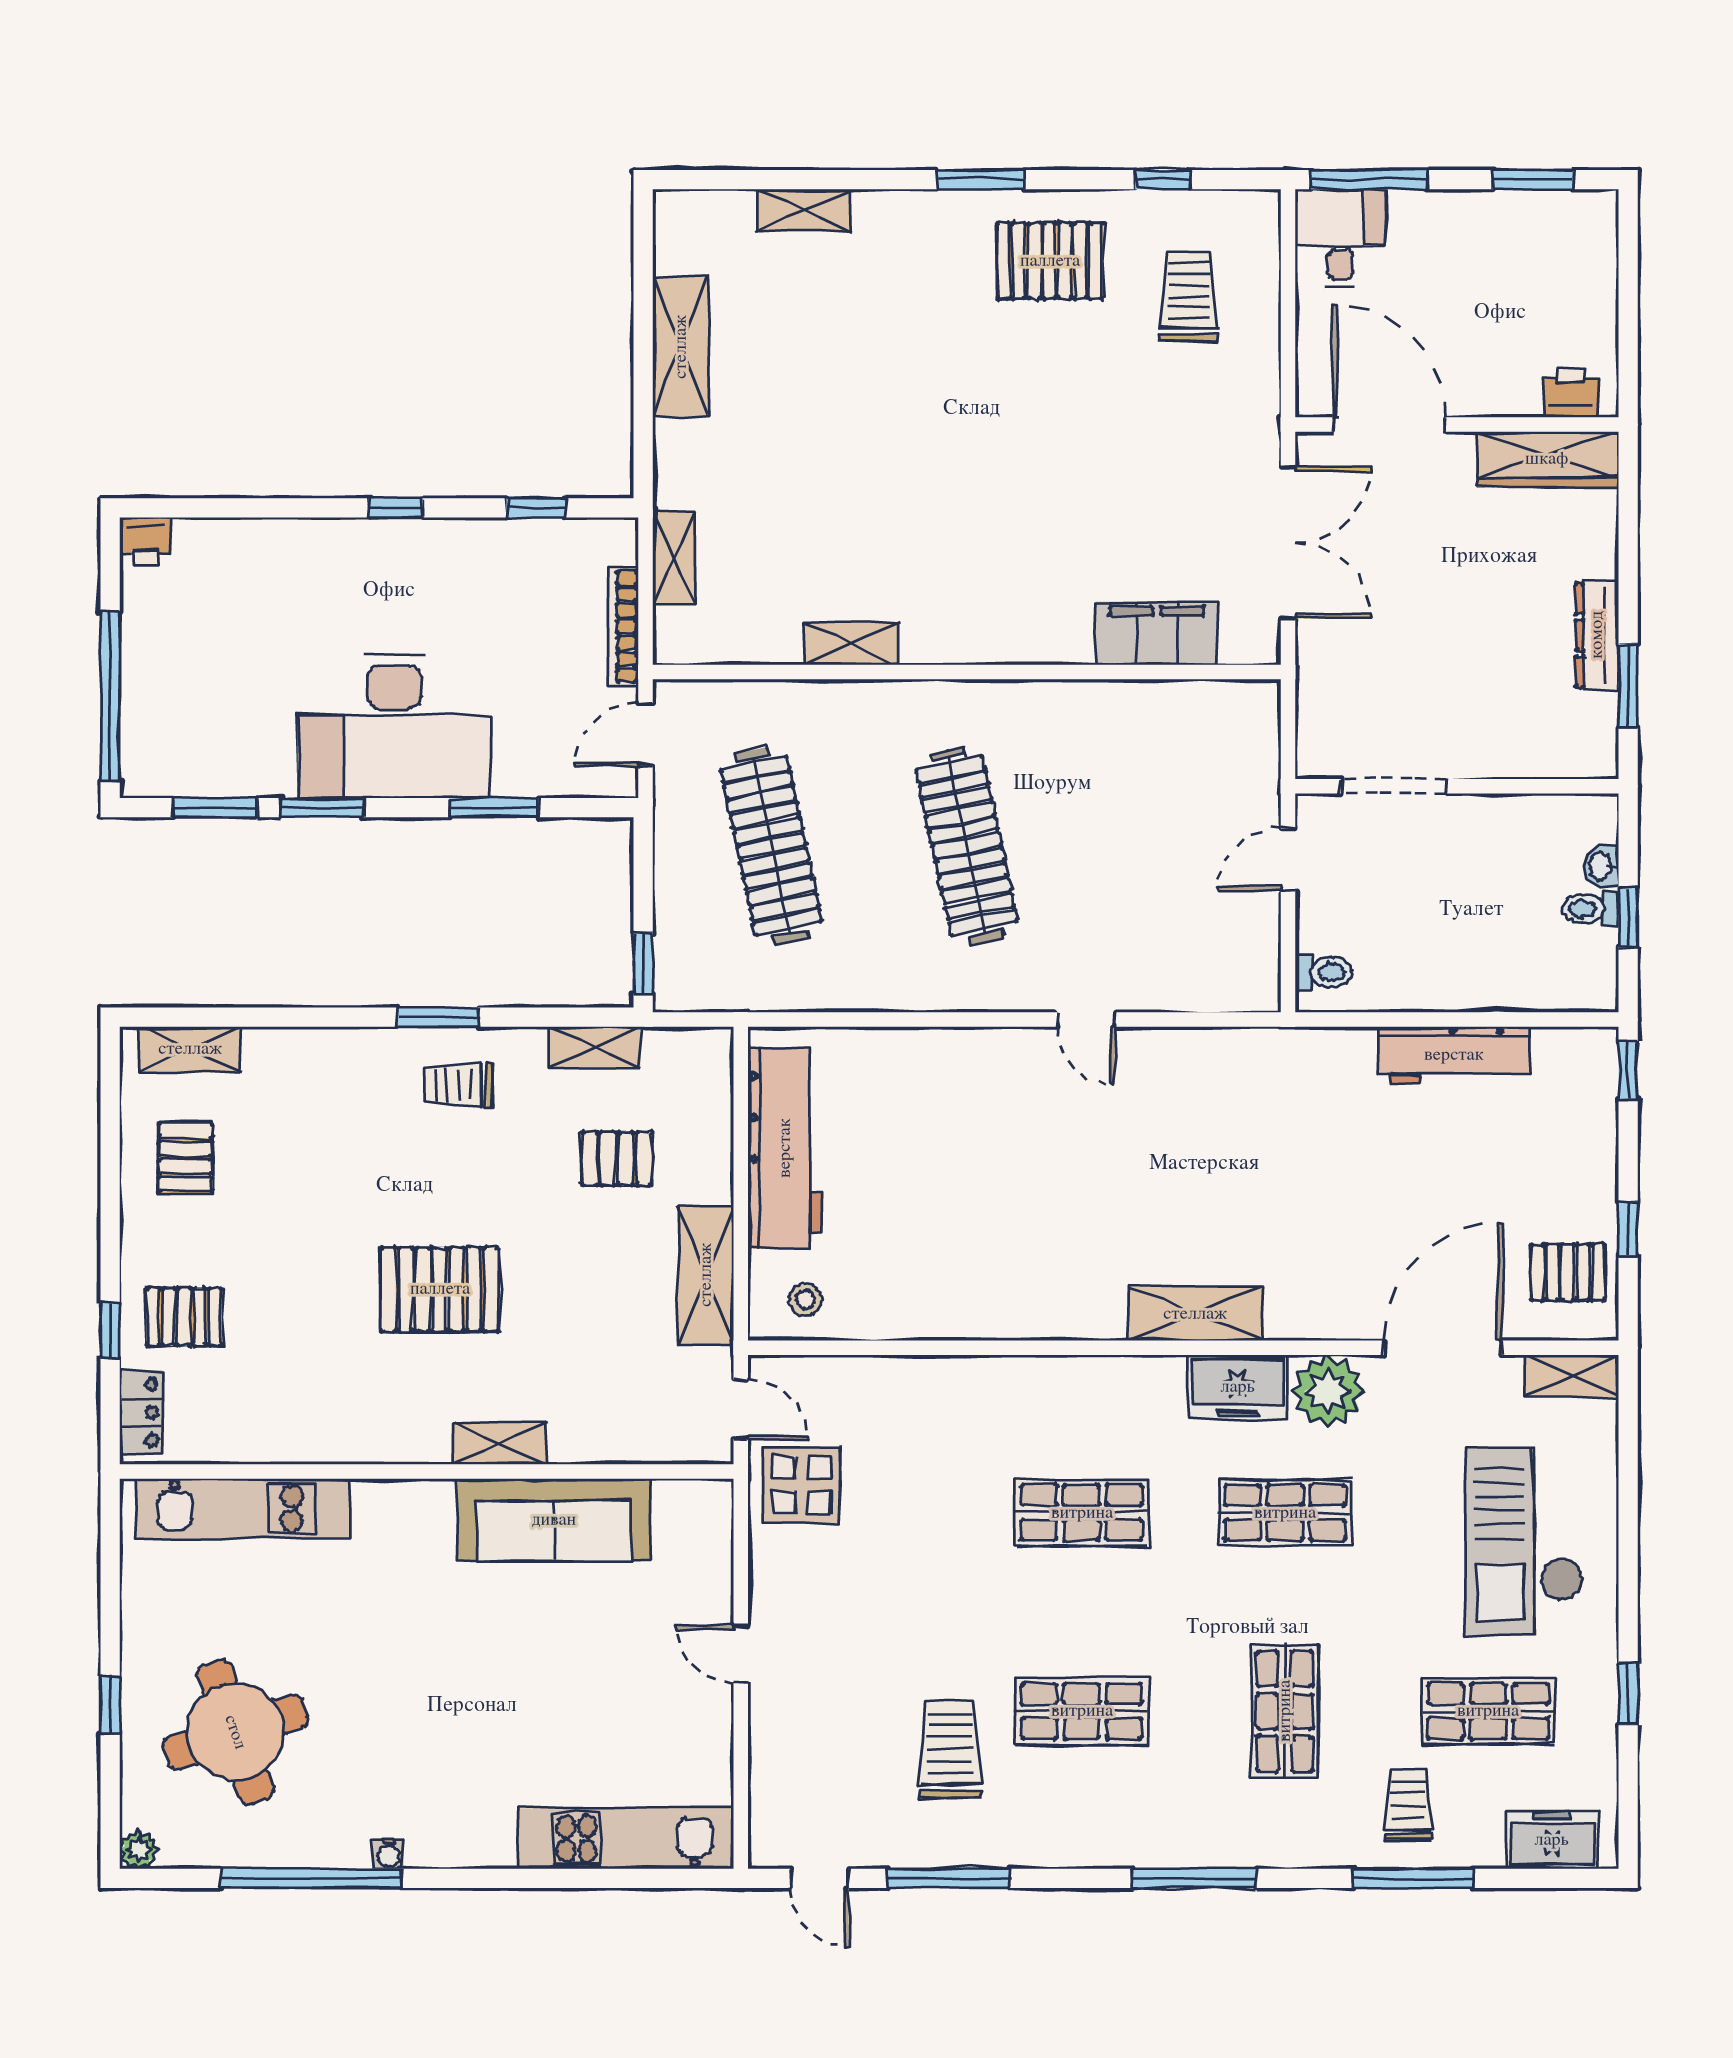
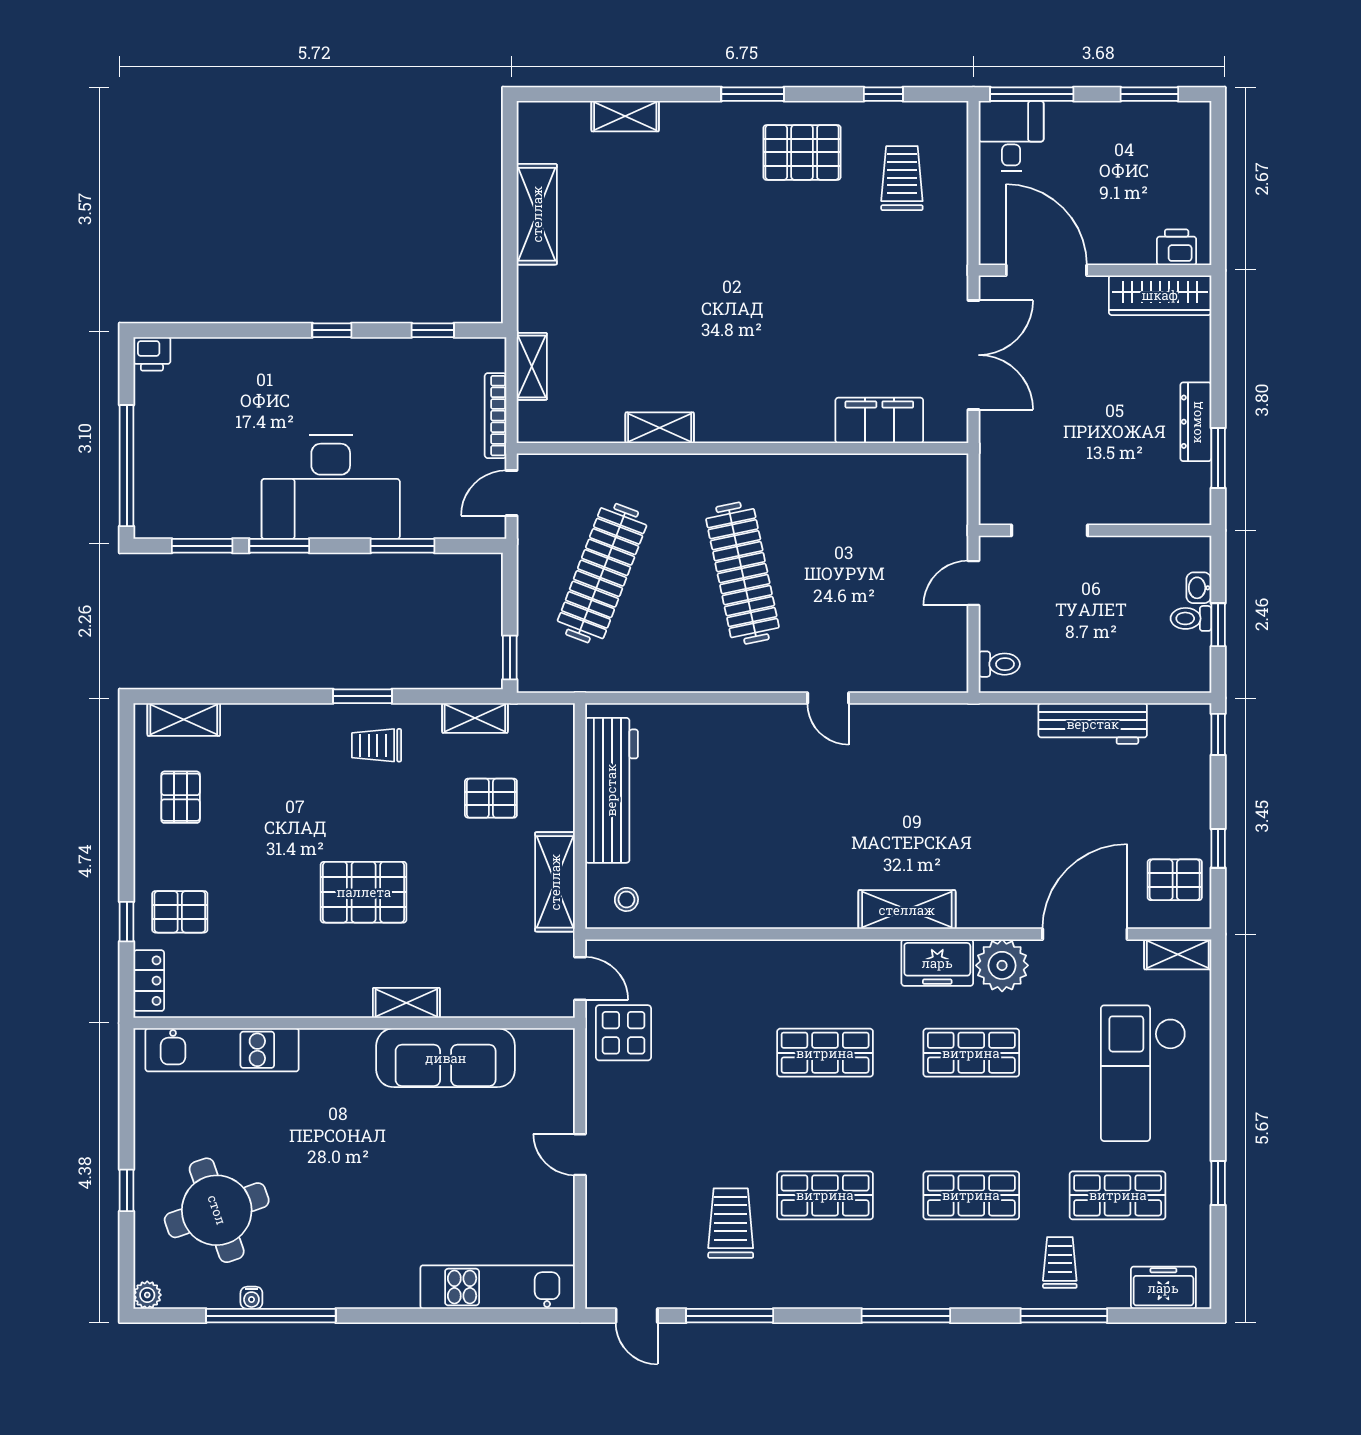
clothes rail: (771, 846) -> (602, 573), turned 33
shop shelf: (1285, 1711) -> (971, 1195), turned 90
water cooler: (388, 1854) -> (251, 1298), moved

